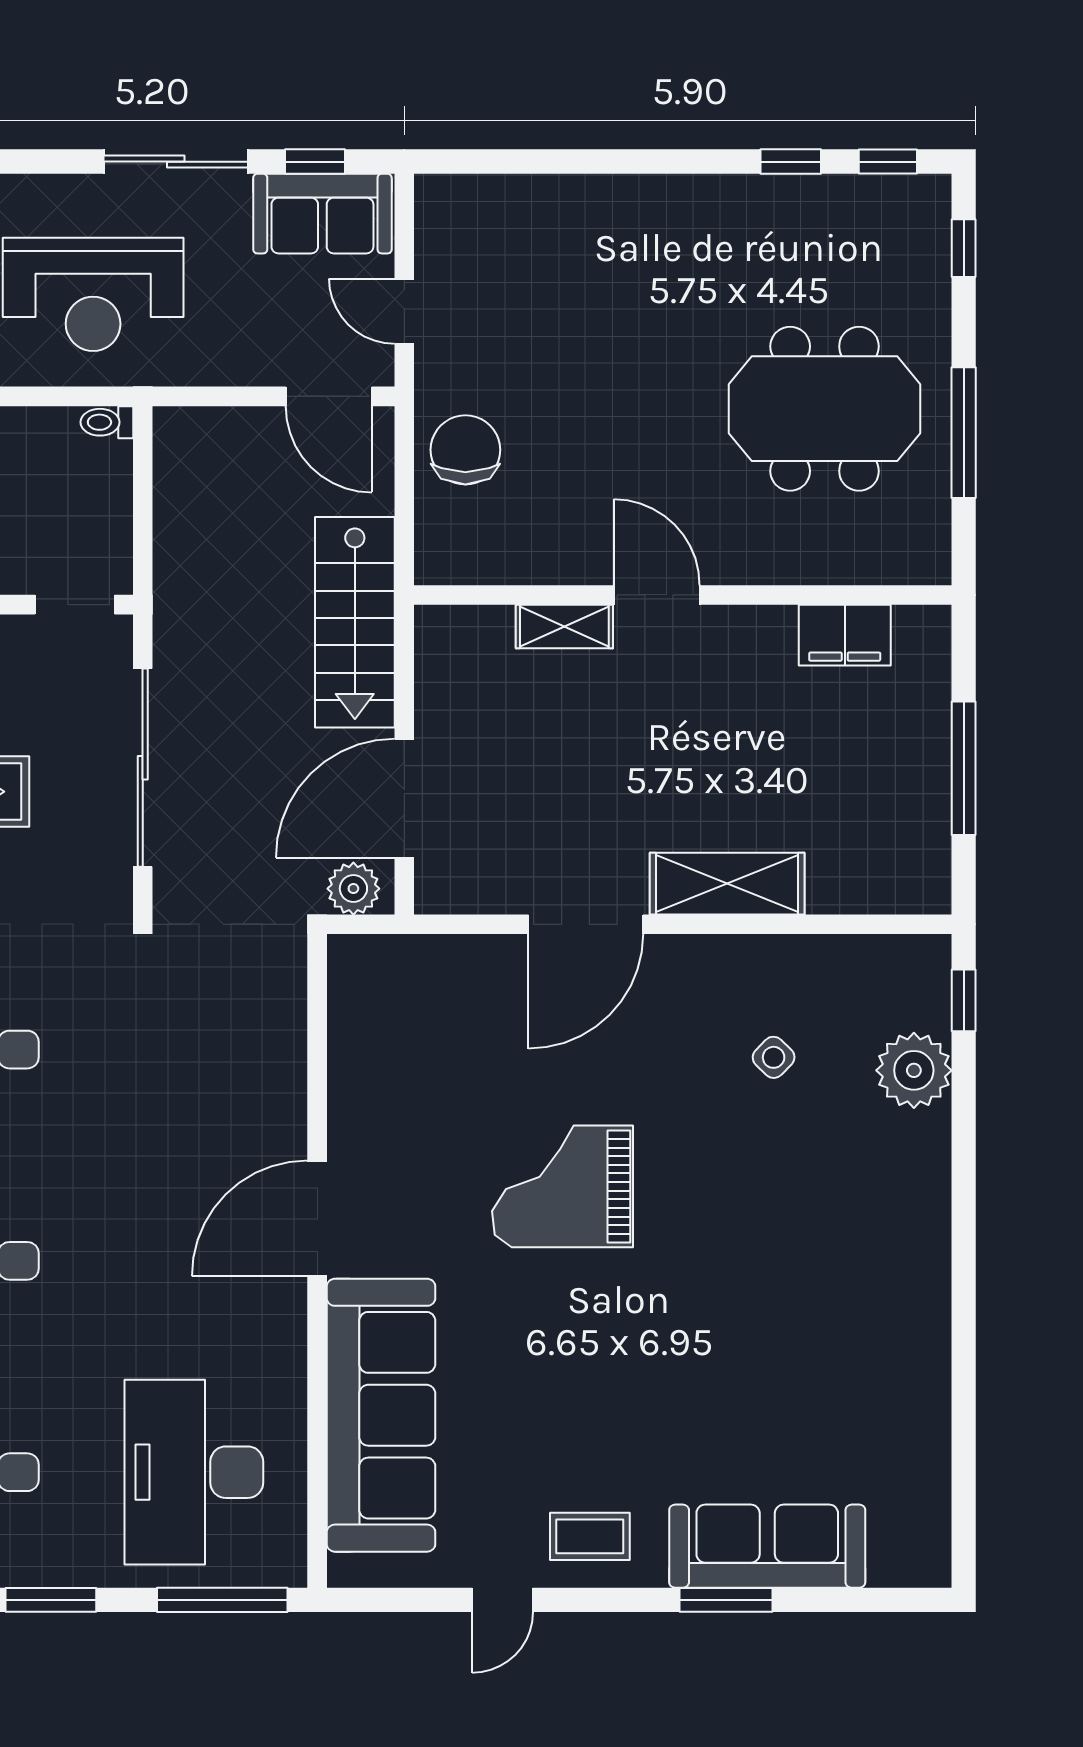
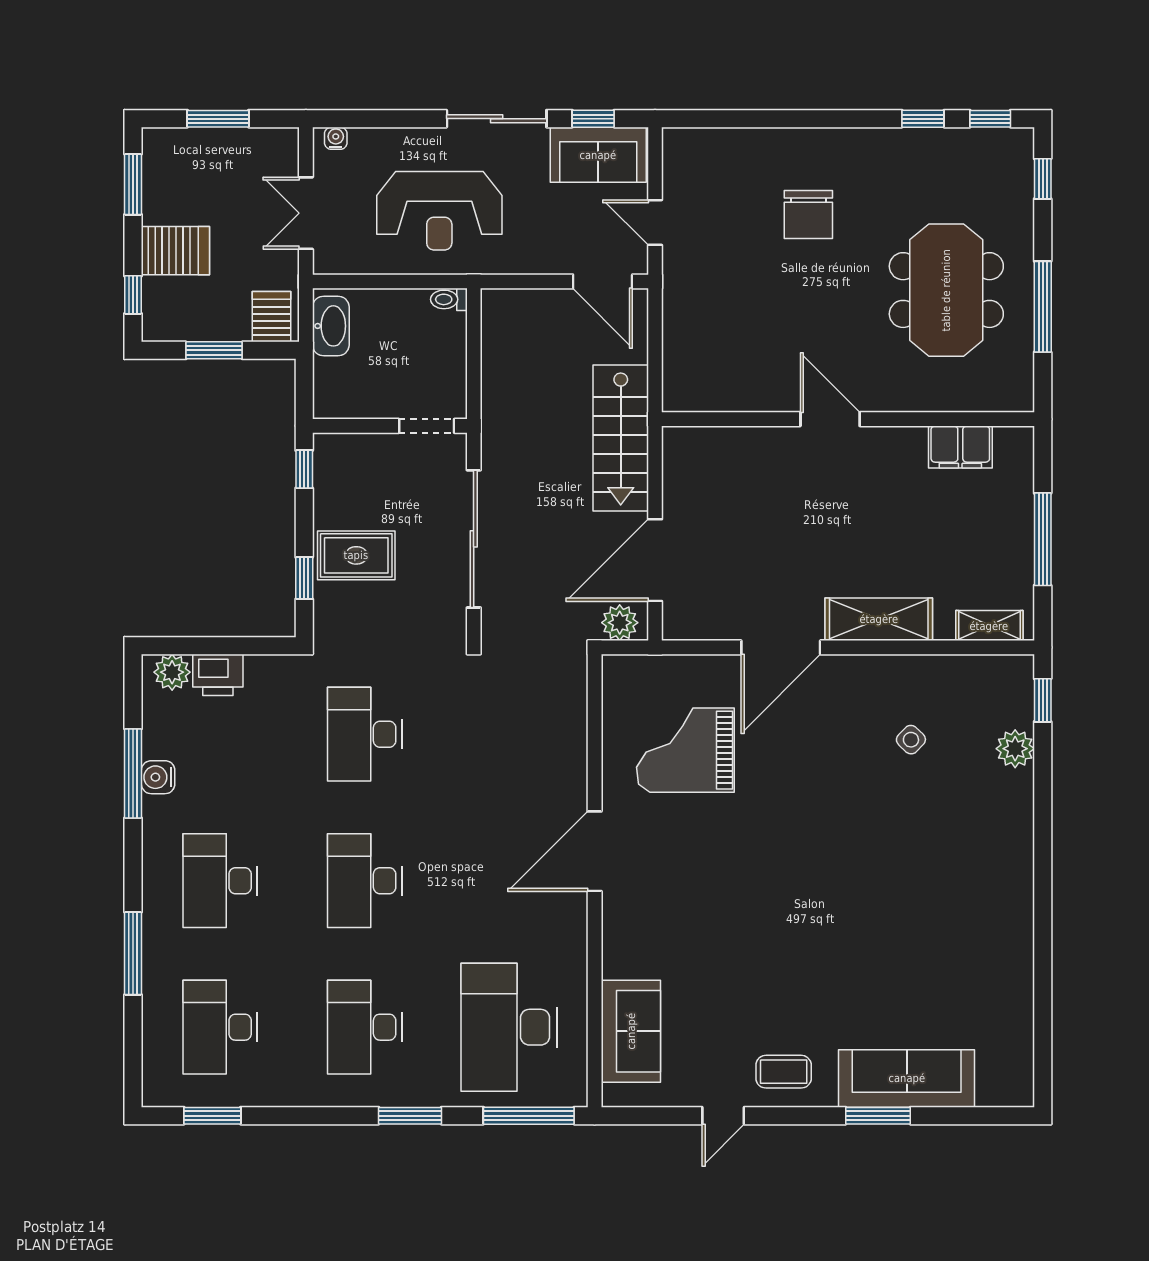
meeting table: (825, 409) -> (946, 290), turned 90
chair: (465, 450) -> (808, 215), moved, turned 180
shelving: (564, 626) -> (989, 626), moved
plant: (914, 1070) -> (1015, 749), width x0.73, depth x0.73
grand piano: (562, 1186) -> (685, 750), moved
sofa: (381, 1415) -> (631, 1031), width x0.54, depth x0.79

